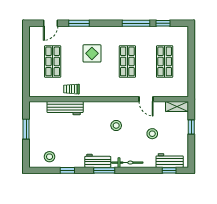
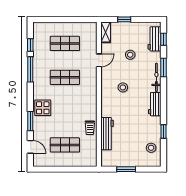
display table: (92, 53) -> (43, 108), moved
window: (104, 170) -> (163, 68), moved

